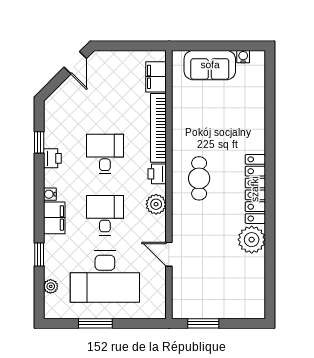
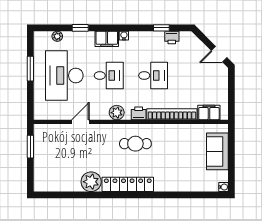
water cooler: (243, 57) -> (224, 187), moved
printer: (52, 158) -> (172, 37), moved

